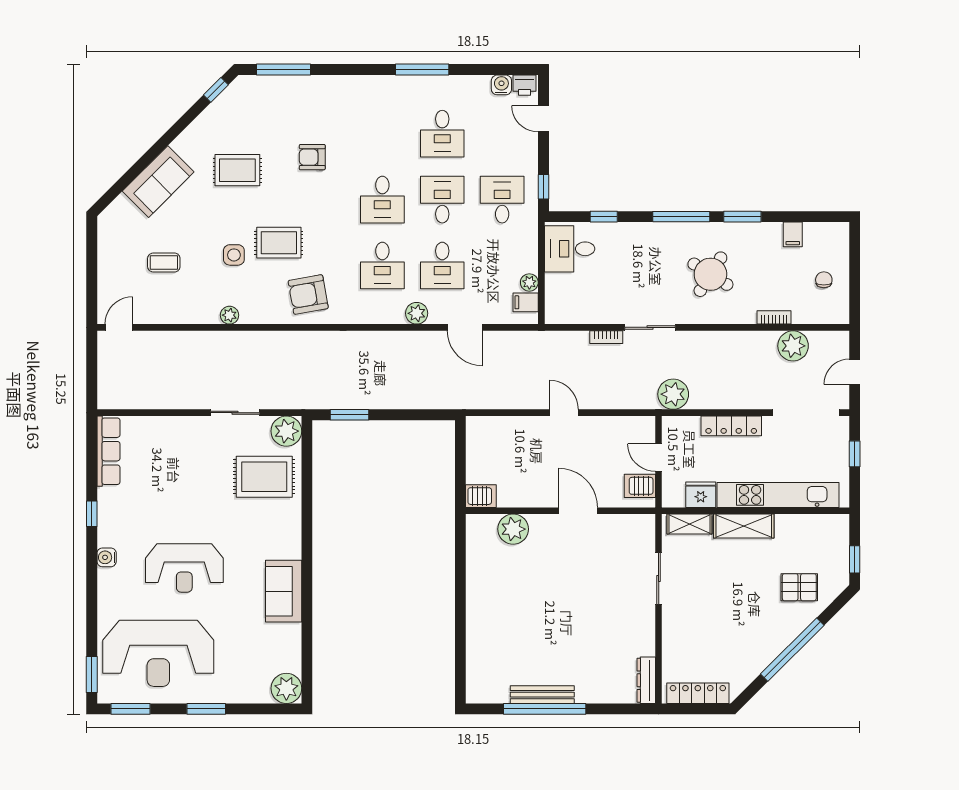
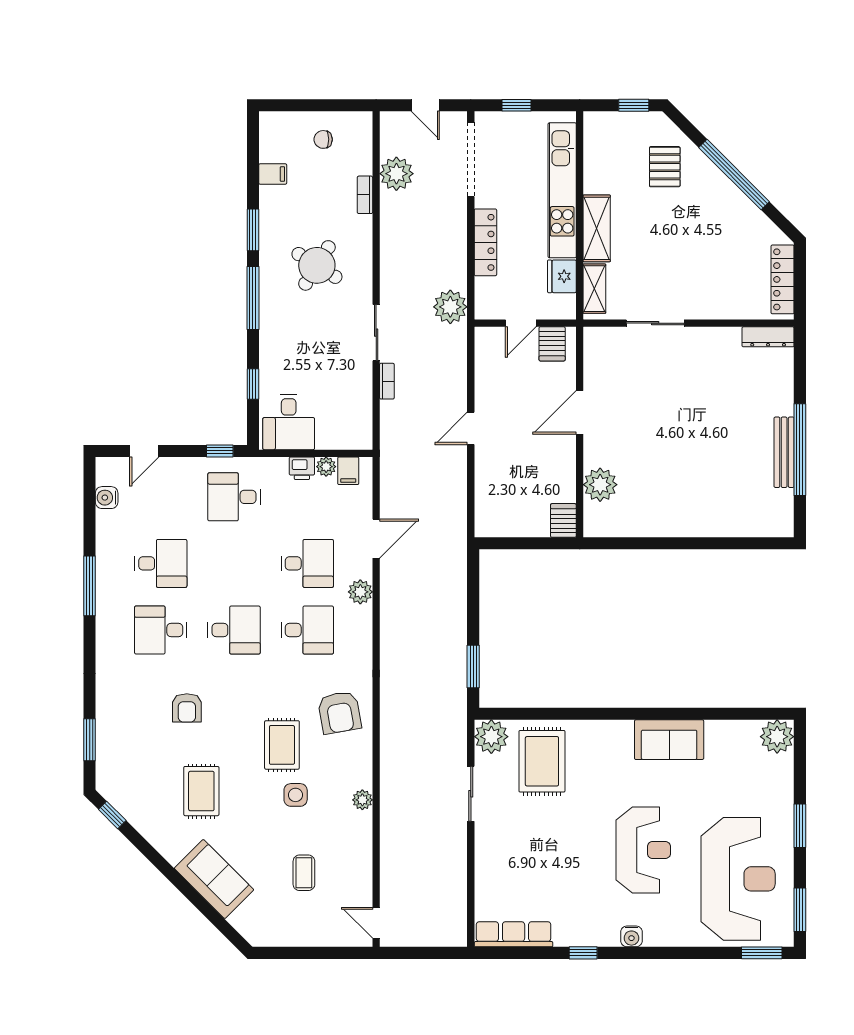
window: (283, 70) -> (90, 740), width x0.69
printer: (524, 85) -> (302, 468), moved, turned 90
desk: (442, 200) -> (161, 630), moved

